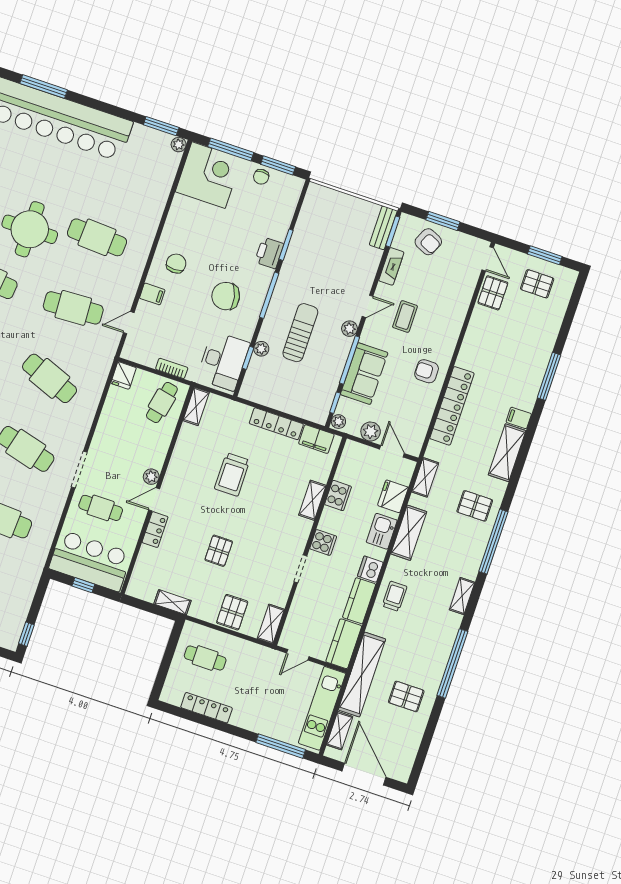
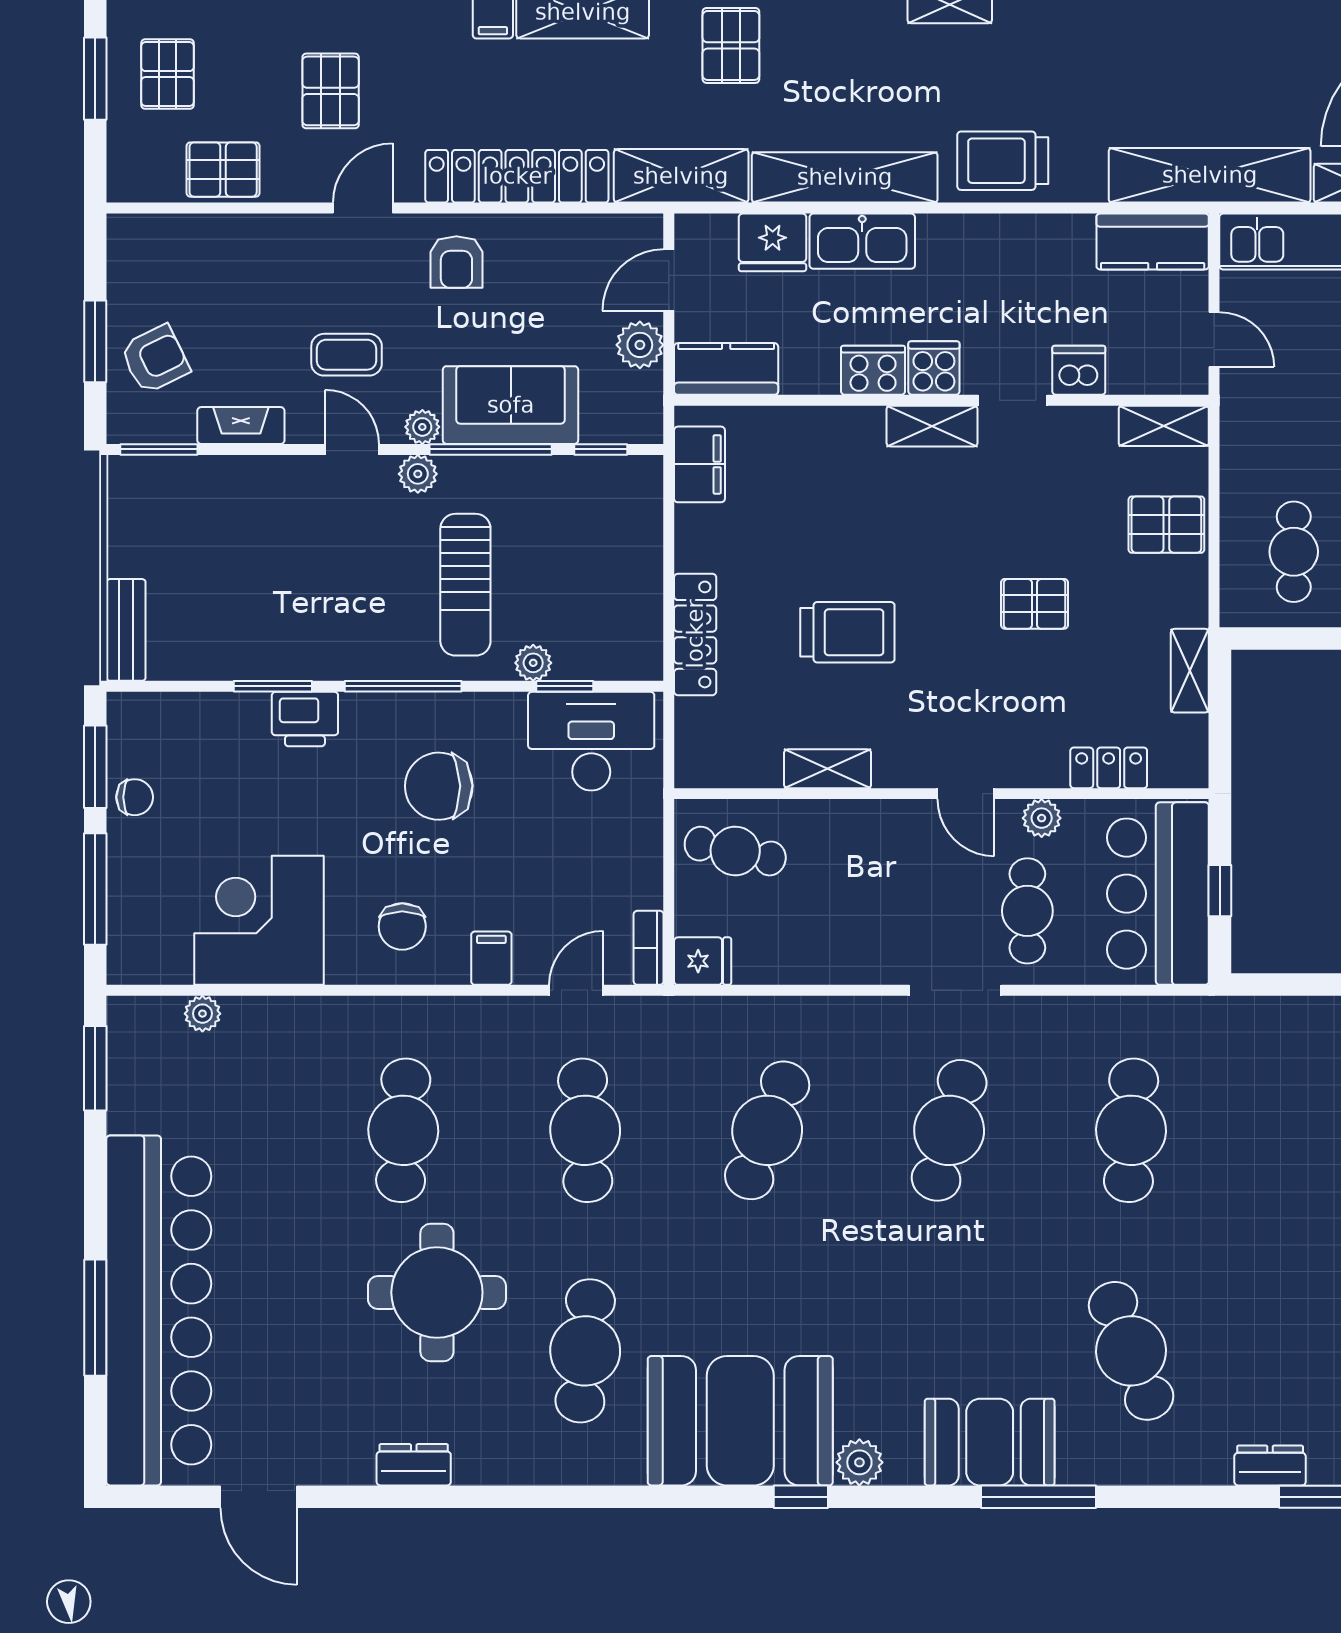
window: (44, 87) -> (95, 1318), moved
plant: (179, 145) -> (202, 1014), moved
corner desk: (209, 175) -> (259, 920), moved
bench: (383, 228) -> (126, 630), moved, turned 90
armchair: (428, 242) -> (155, 359), turned 39
door: (488, 259) -> (363, 208), moved
chair: (176, 264) -> (402, 926), turned -90
chair: (226, 296) -> (439, 786), turned 102
door: (129, 323) -> (576, 990), swing flipped
sun lounger: (300, 333) -> (465, 585), turned -90
bookcase: (172, 368) -> (649, 948), moved
shelving: (196, 406) -> (828, 769), moved
plant: (338, 422) -> (422, 427), moved
locker: (276, 424) -> (695, 634), moved
plant: (151, 477) -> (1042, 818), moved
shelving: (425, 477) -> (681, 176), width x1.50, depth x1.33
cooker: (338, 496) -> (873, 370), moved
shelving: (312, 500) -> (932, 426), moved
locker: (155, 530) -> (1109, 768), moved
kitchen sink: (382, 531) -> (862, 241), width x1.38
shelving: (409, 533) -> (845, 177), width x1.47
dishwasher: (370, 569) -> (1079, 370), moved, turned 180
trolley: (395, 596) -> (1003, 161), width x1.36, depth x1.39
kitchen counter: (359, 601) -> (726, 369), moved, turned 180
pallet: (406, 696) -> (331, 91), moved

